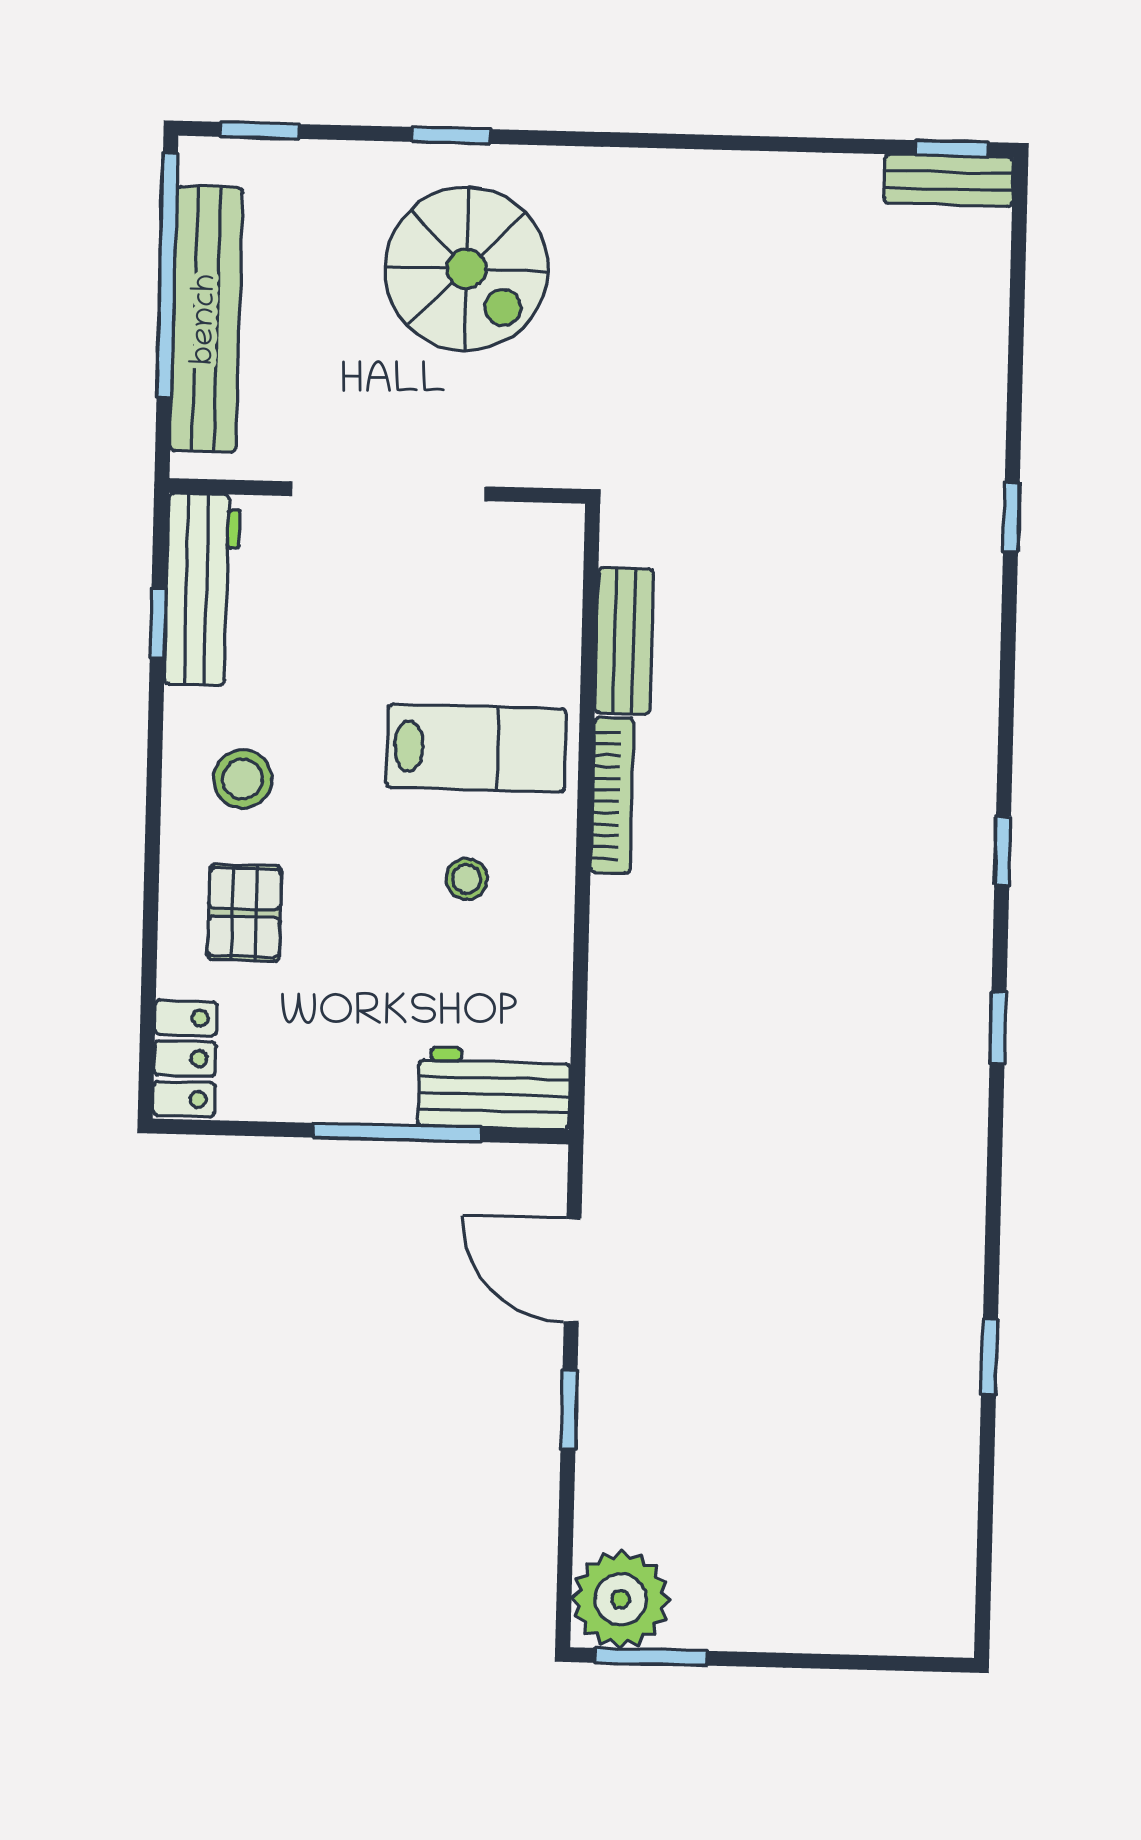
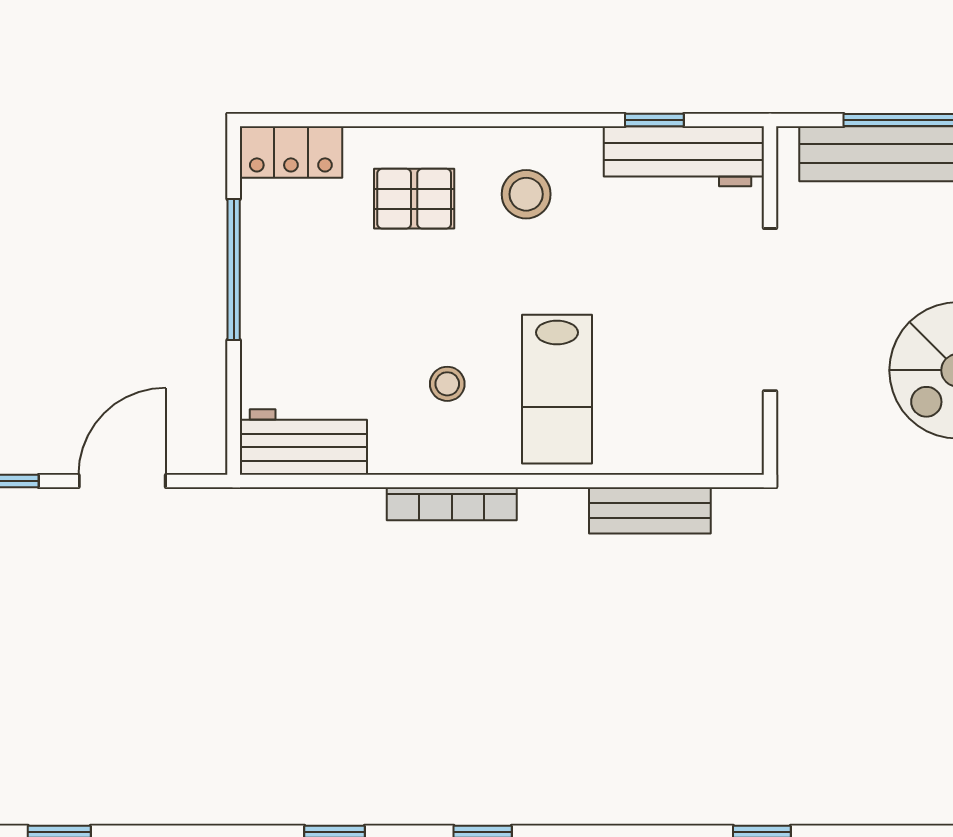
bookcase: (612, 796) -> (452, 504), moved
workbench: (494, 1088) -> (303, 442), moved, turned -90
window: (397, 1132) -> (234, 270), moved

